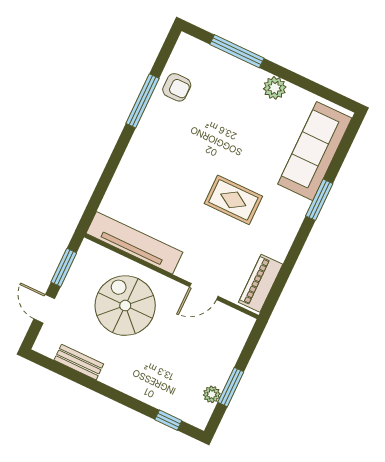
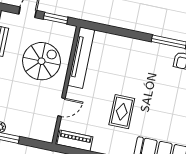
door: (204, 292) -> (62, 107), swing flipped

